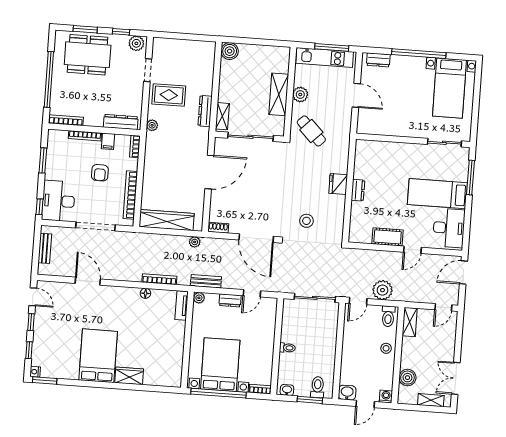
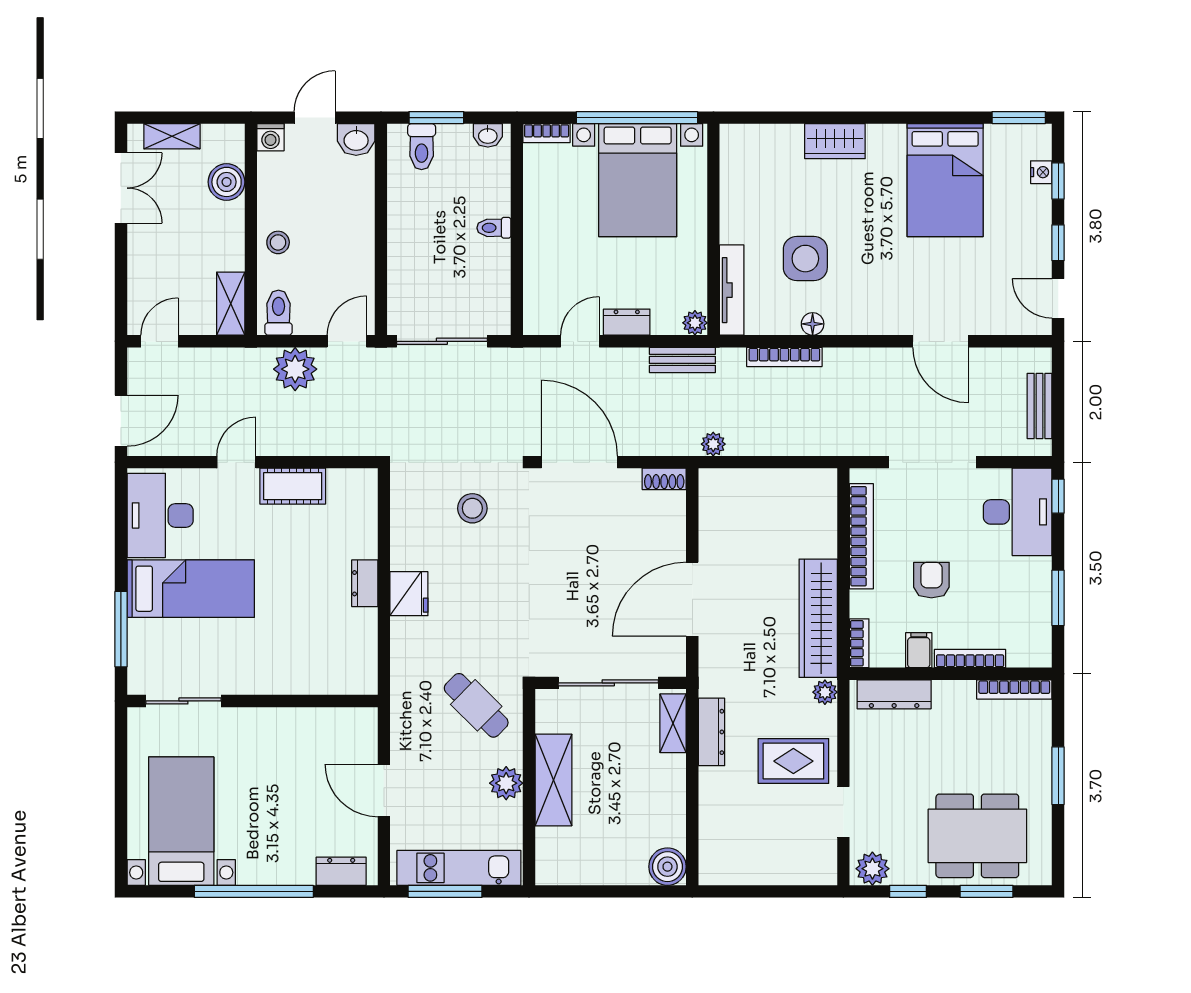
window: (49, 79) -> (1058, 776), width x0.47
wardrobe: (167, 220) -> (818, 618), moved, turned 90
tv unit: (182, 305) -> (732, 290), width x1.41
side table: (147, 323) -> (805, 259), added
bed: (98, 356) -> (945, 180), moved
nightstand: (35, 372) -> (1041, 172), moved

